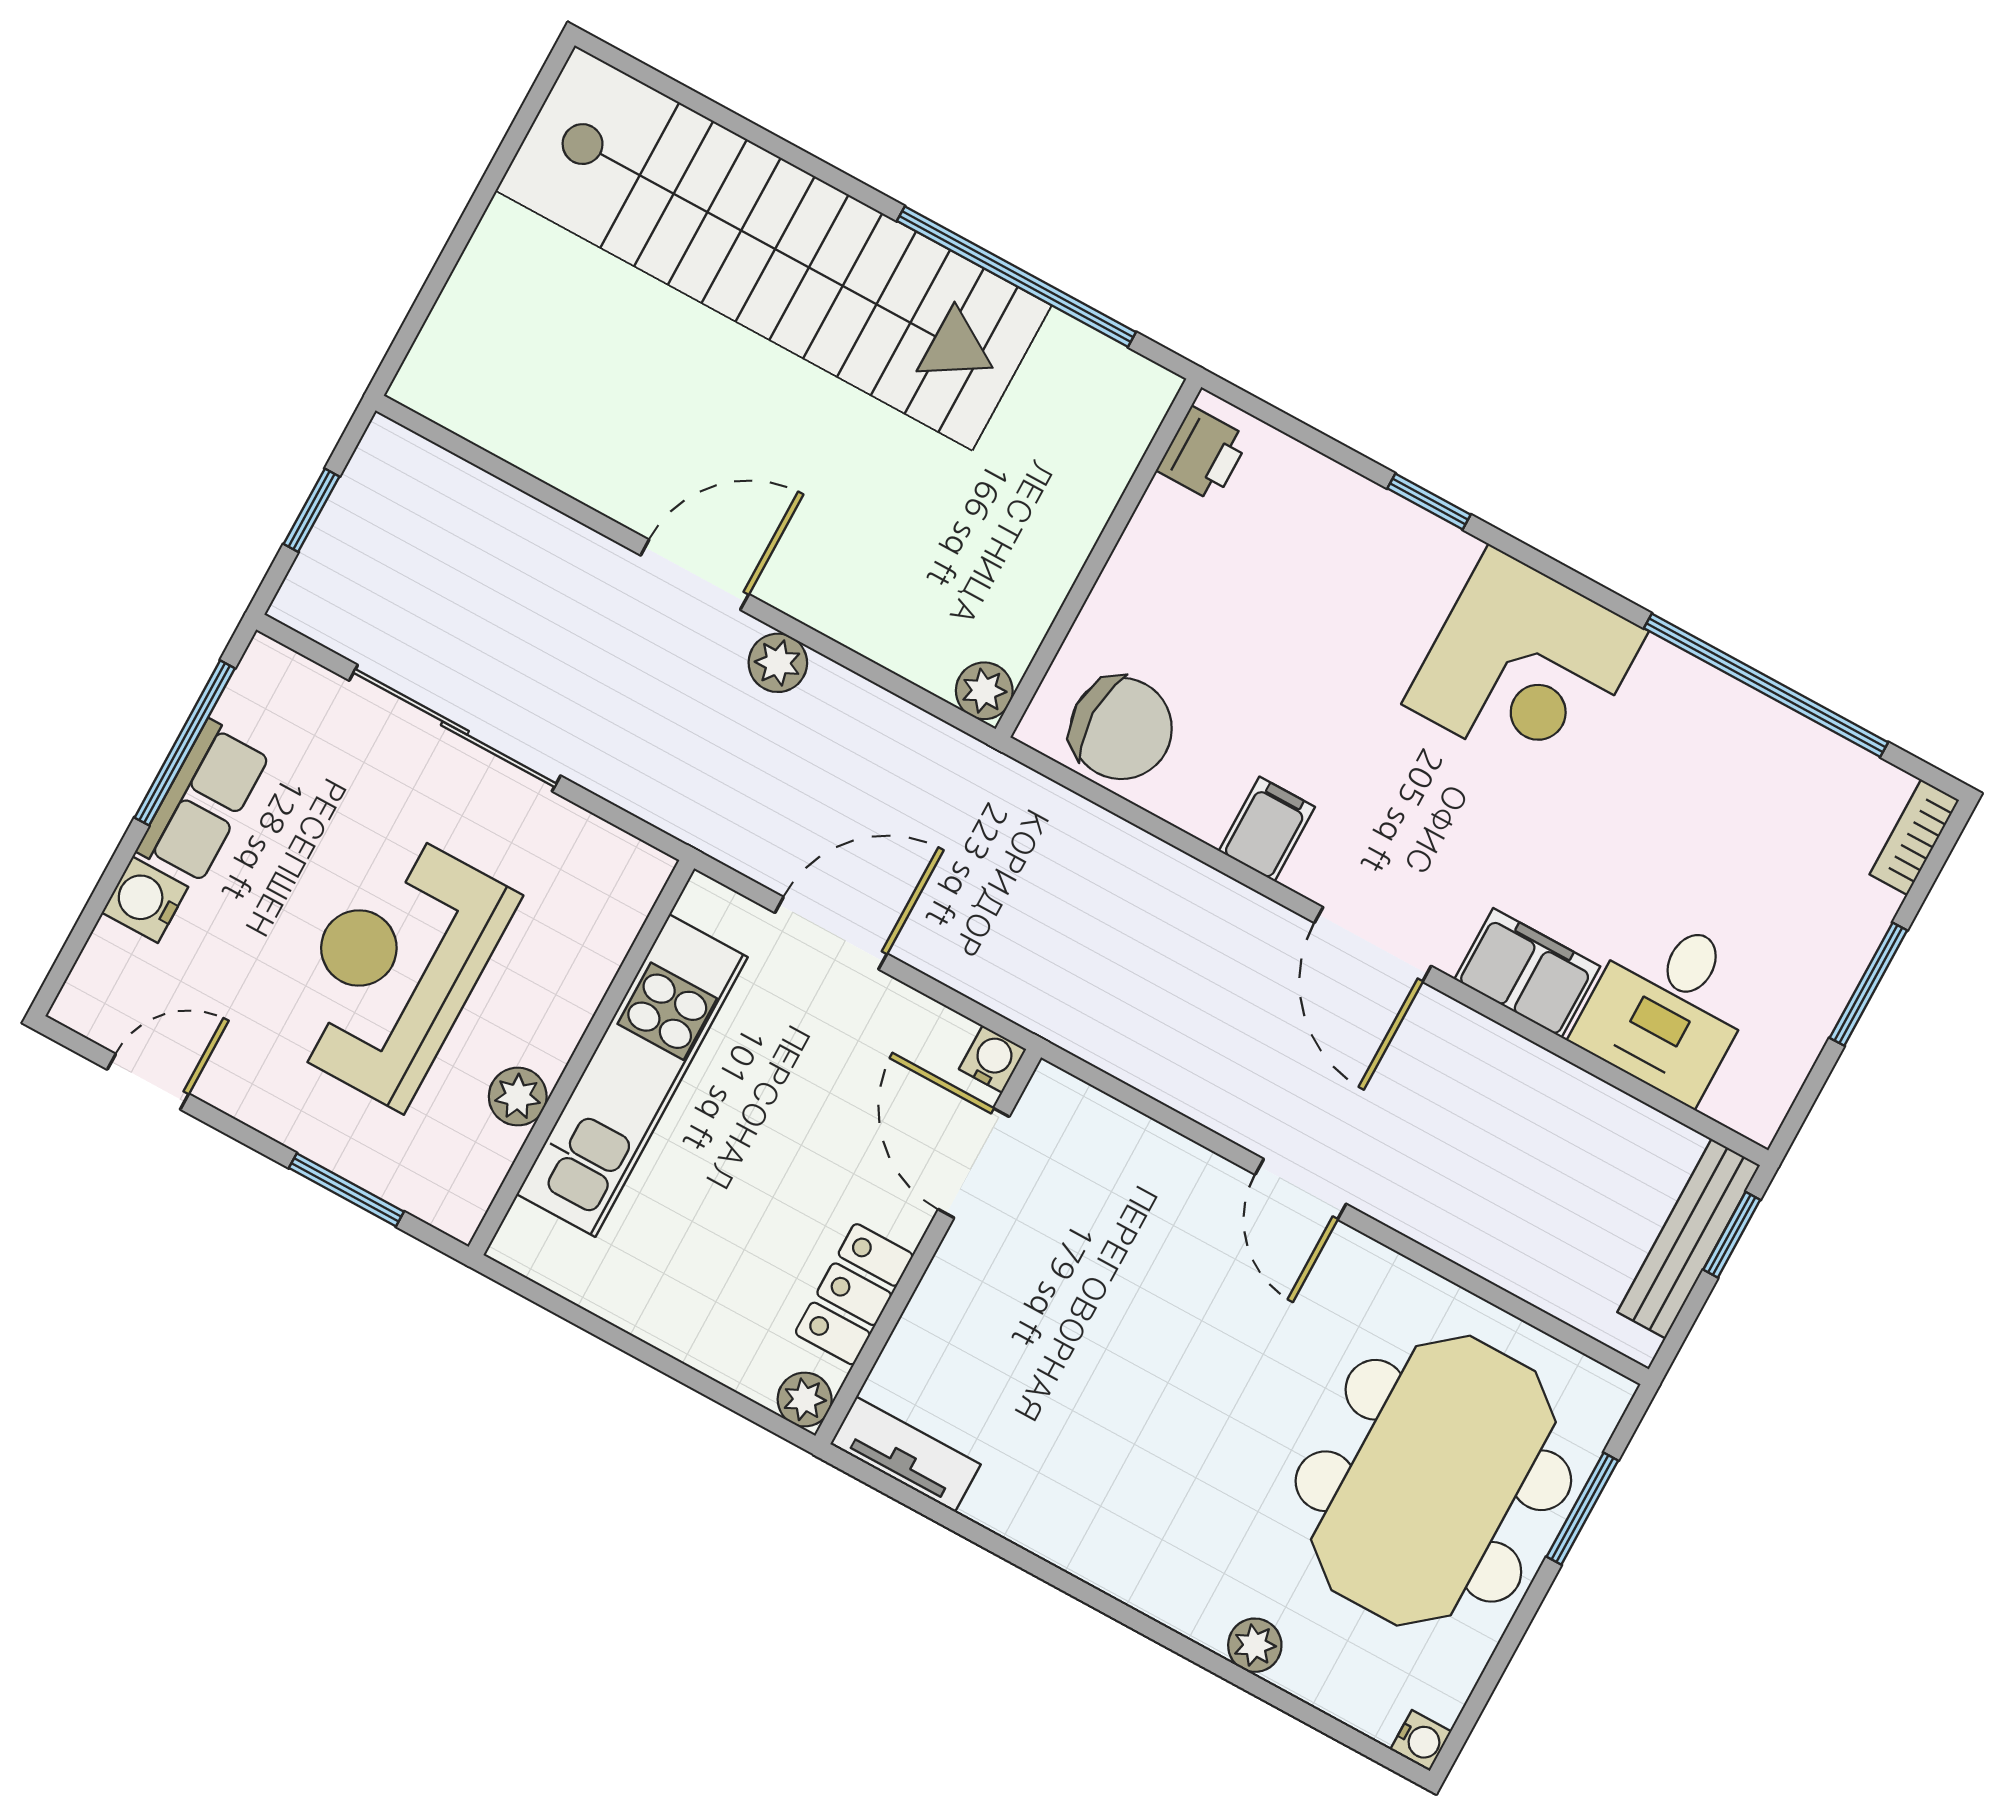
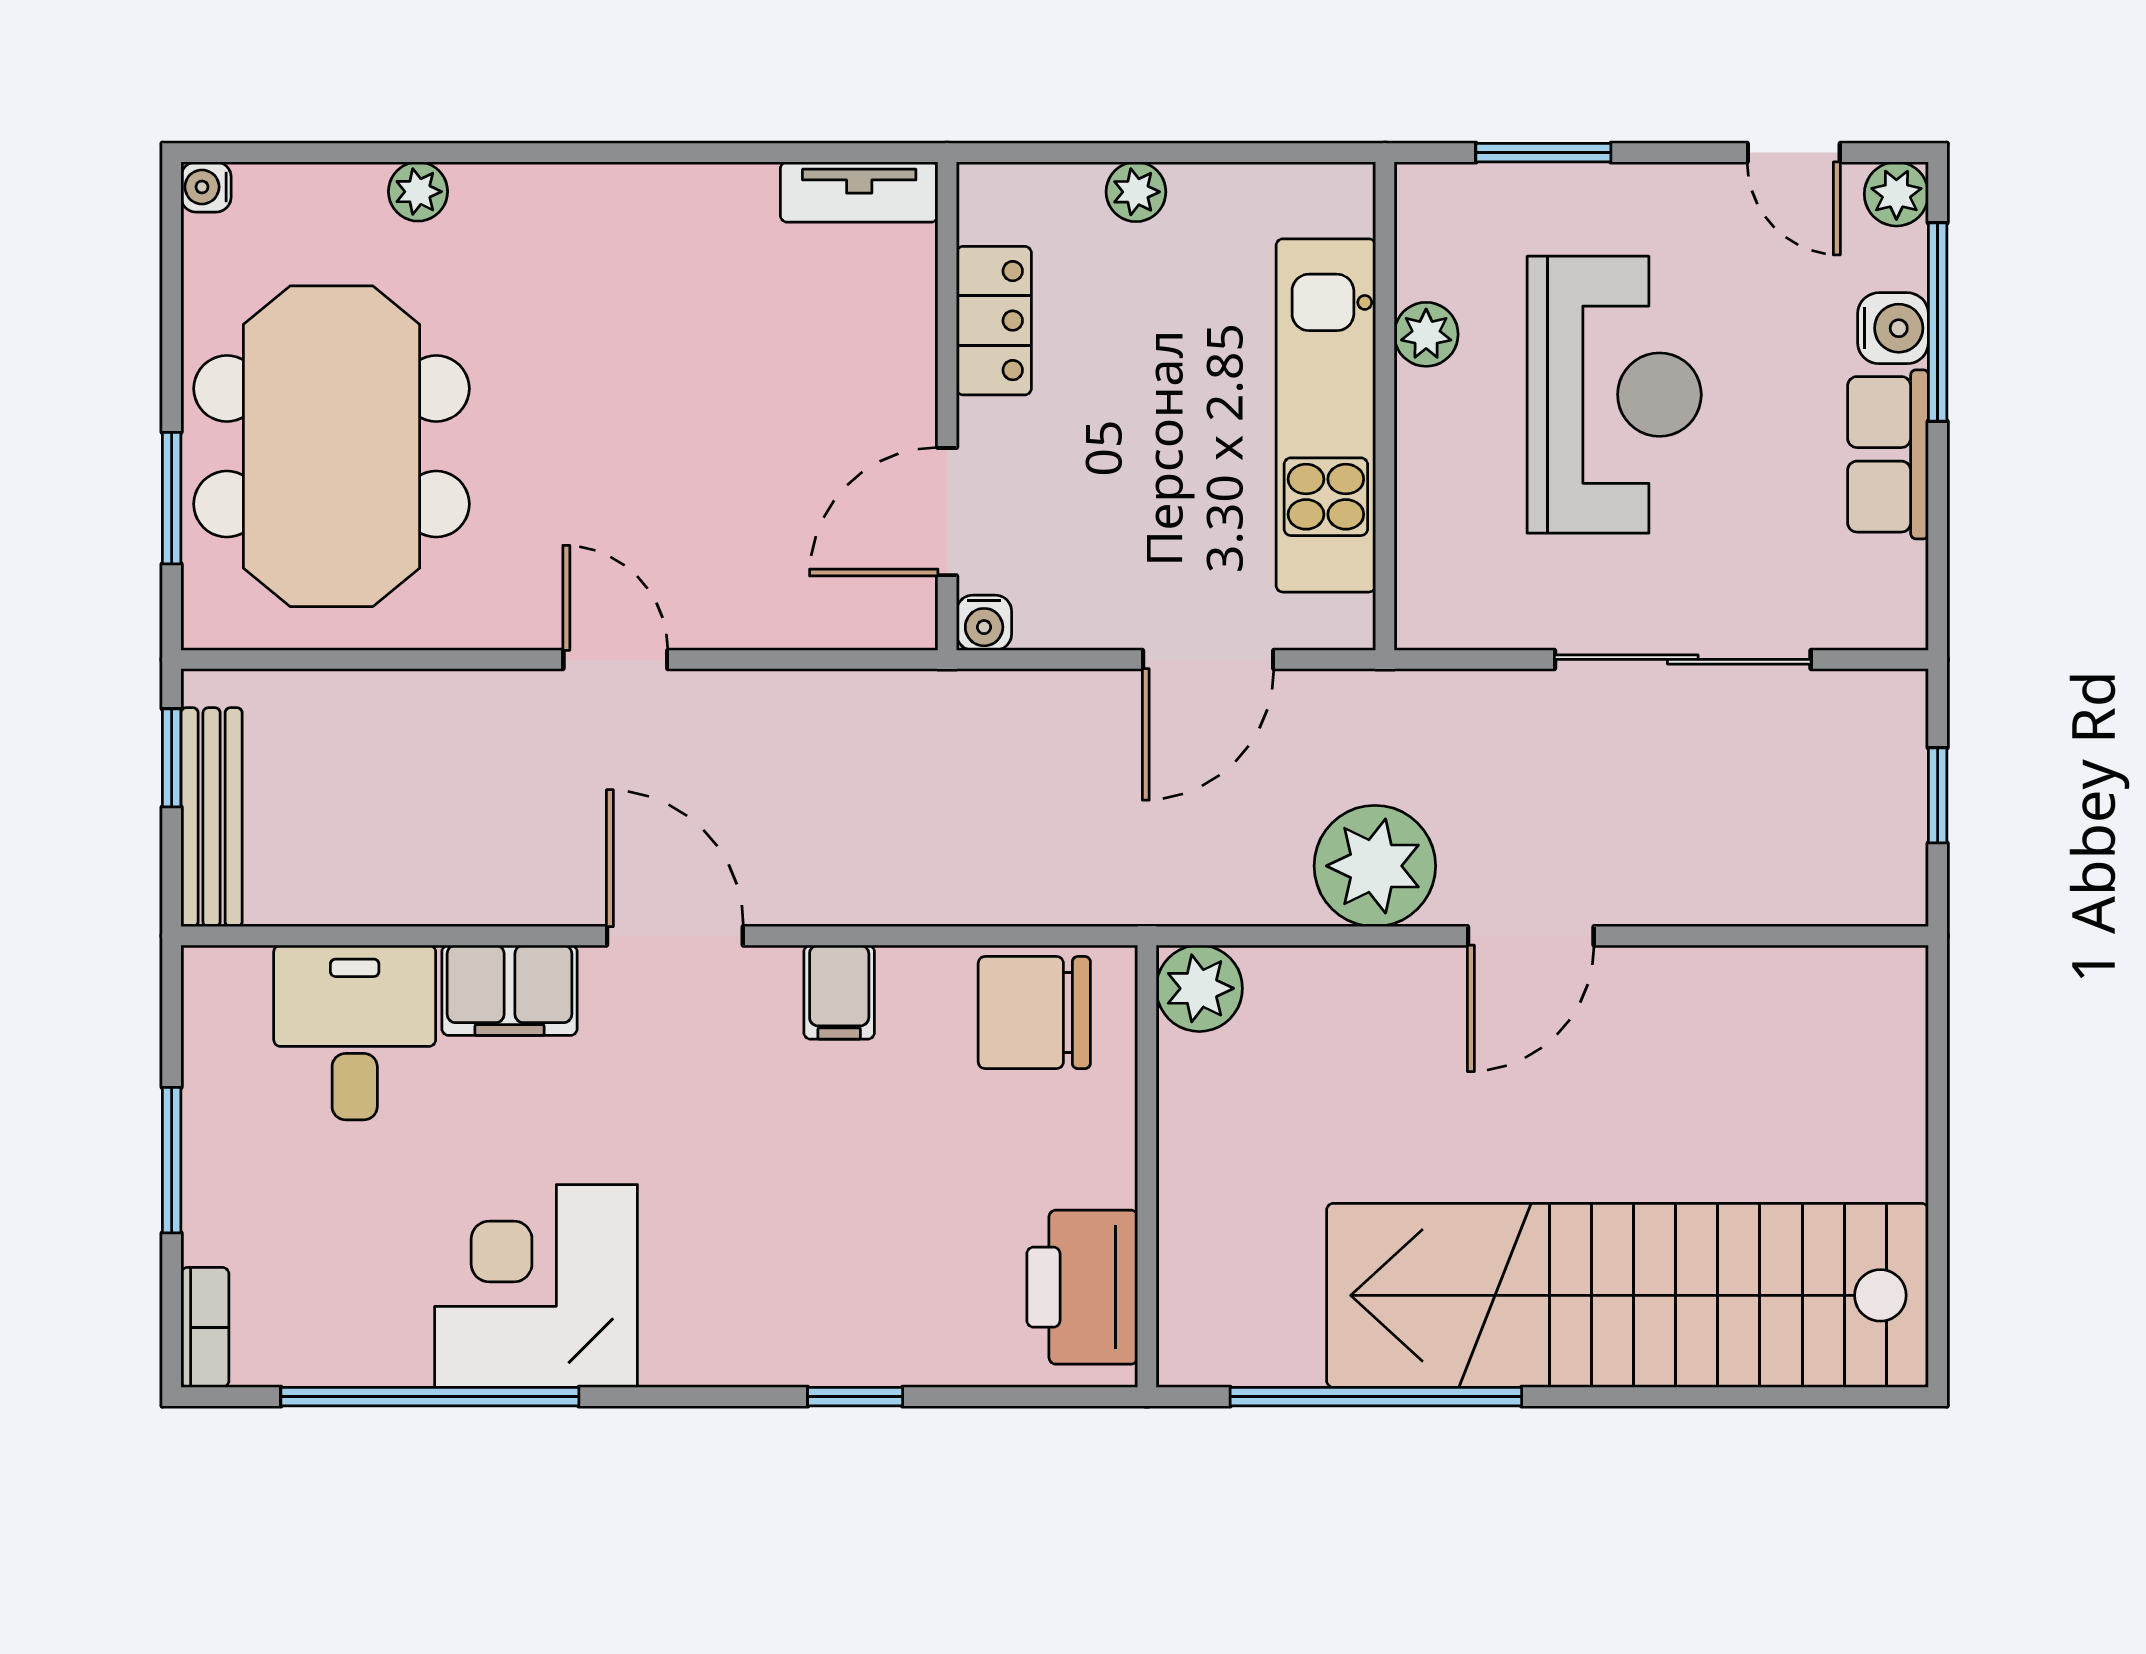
printer: (1203, 454) -> (1082, 1287), width x1.87, depth x1.48
plant: (778, 663) -> (1375, 866), width x1.88, depth x1.88
corner desk: (1525, 668) -> (536, 1286), moved
plant: (984, 691) -> (1199, 988), width x1.38, depth x1.38
window: (185, 743) -> (1938, 322), moved
plant: (84, 1005) -> (1896, 194), added
door: (148, 1082) -> (1794, 153), hinge flipped
door: (974, 1163) -> (947, 512), swing flipped
window: (1732, 1235) -> (172, 758), moved
plant: (805, 1400) -> (1136, 192), moved

